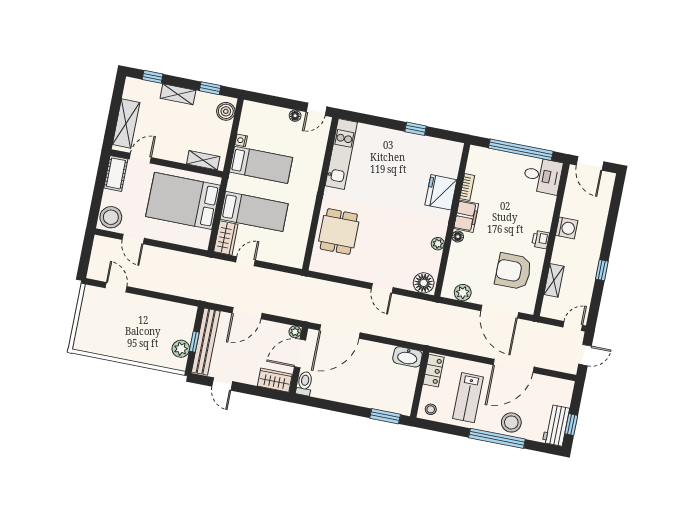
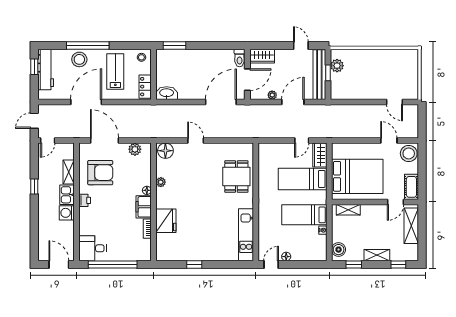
kitchen sink: (562, 251) -> (67, 195), added
plant: (295, 332) -> (272, 95), moved
workbench: (556, 425) -> (46, 70), width x1.38

